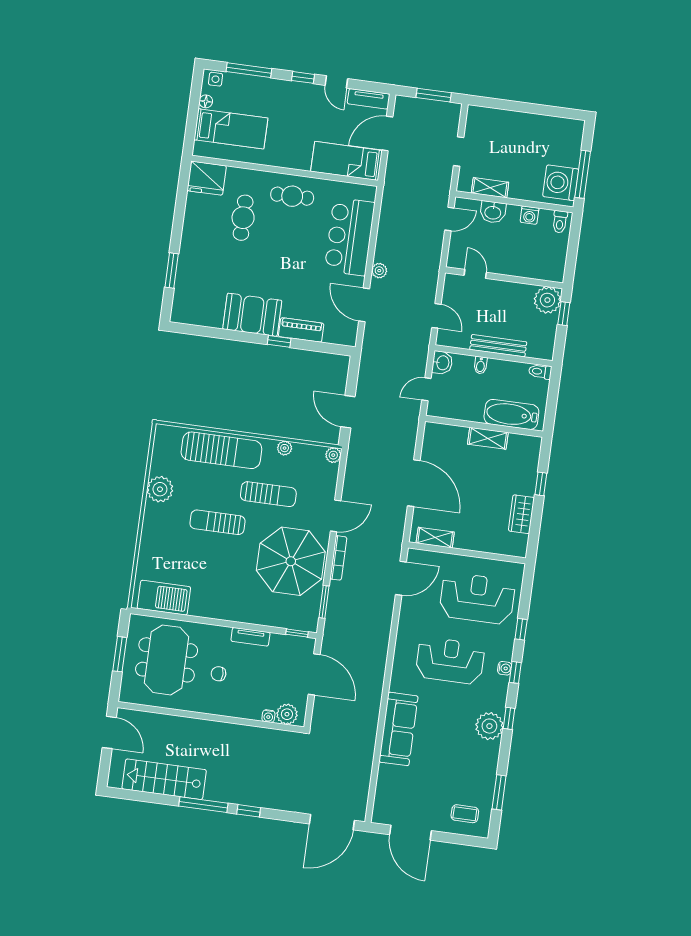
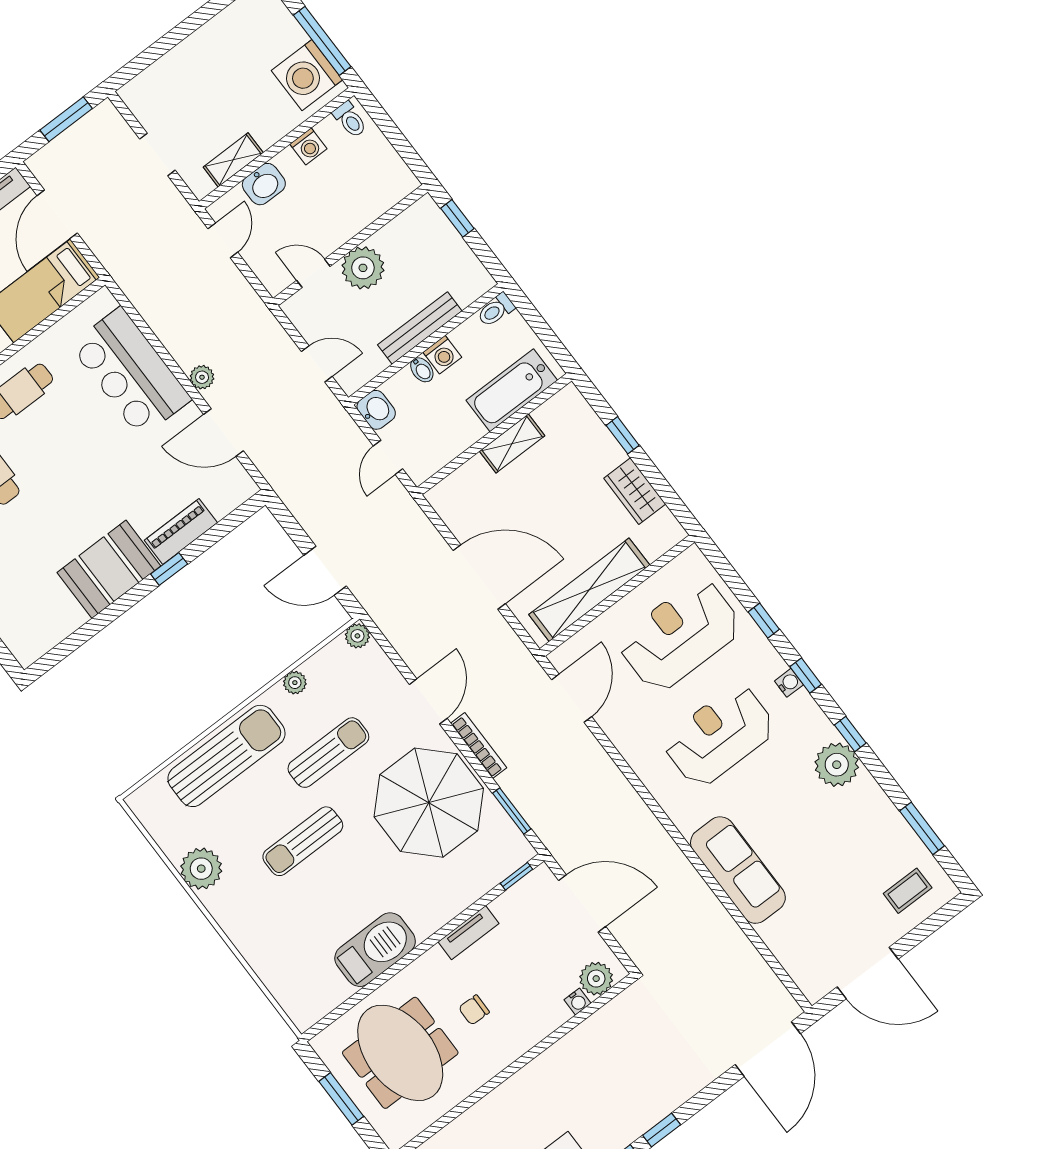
plant: (547, 300) -> (363, 268), moved
washing machine: (496, 368) -> (442, 355), added
shelving: (435, 538) -> (589, 590), width x2.20, depth x1.33
barbecue: (164, 598) -> (375, 950), moved

